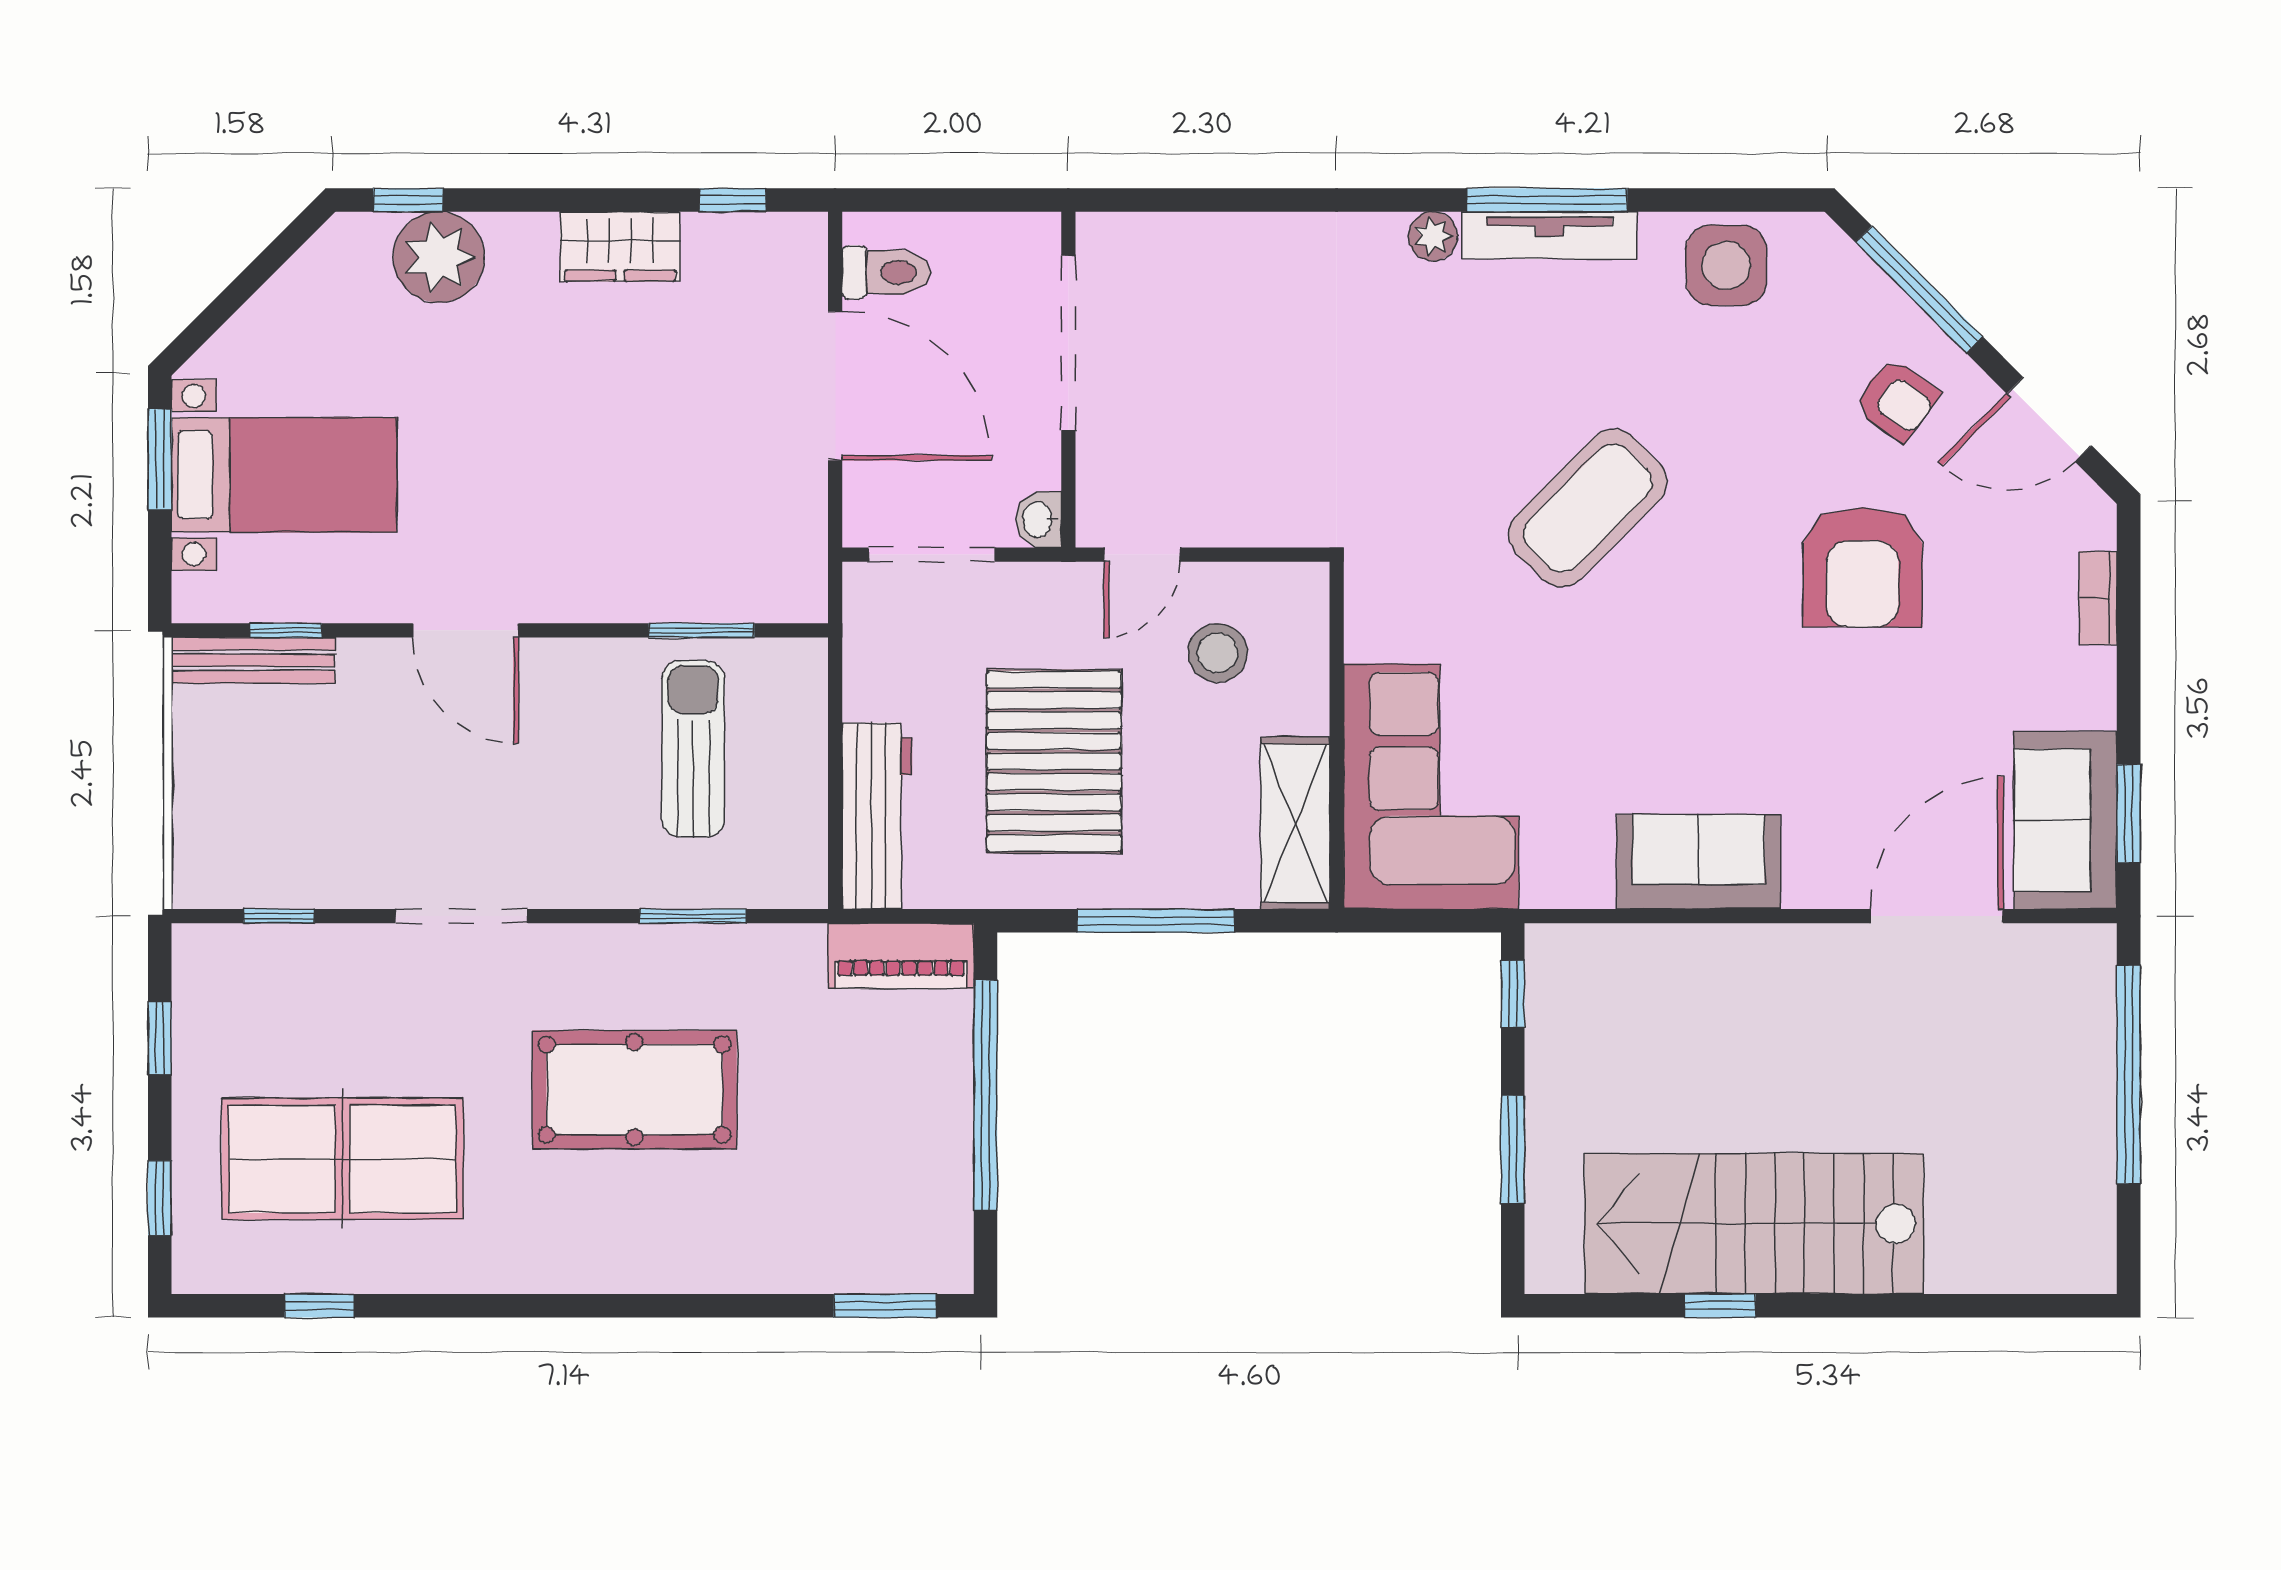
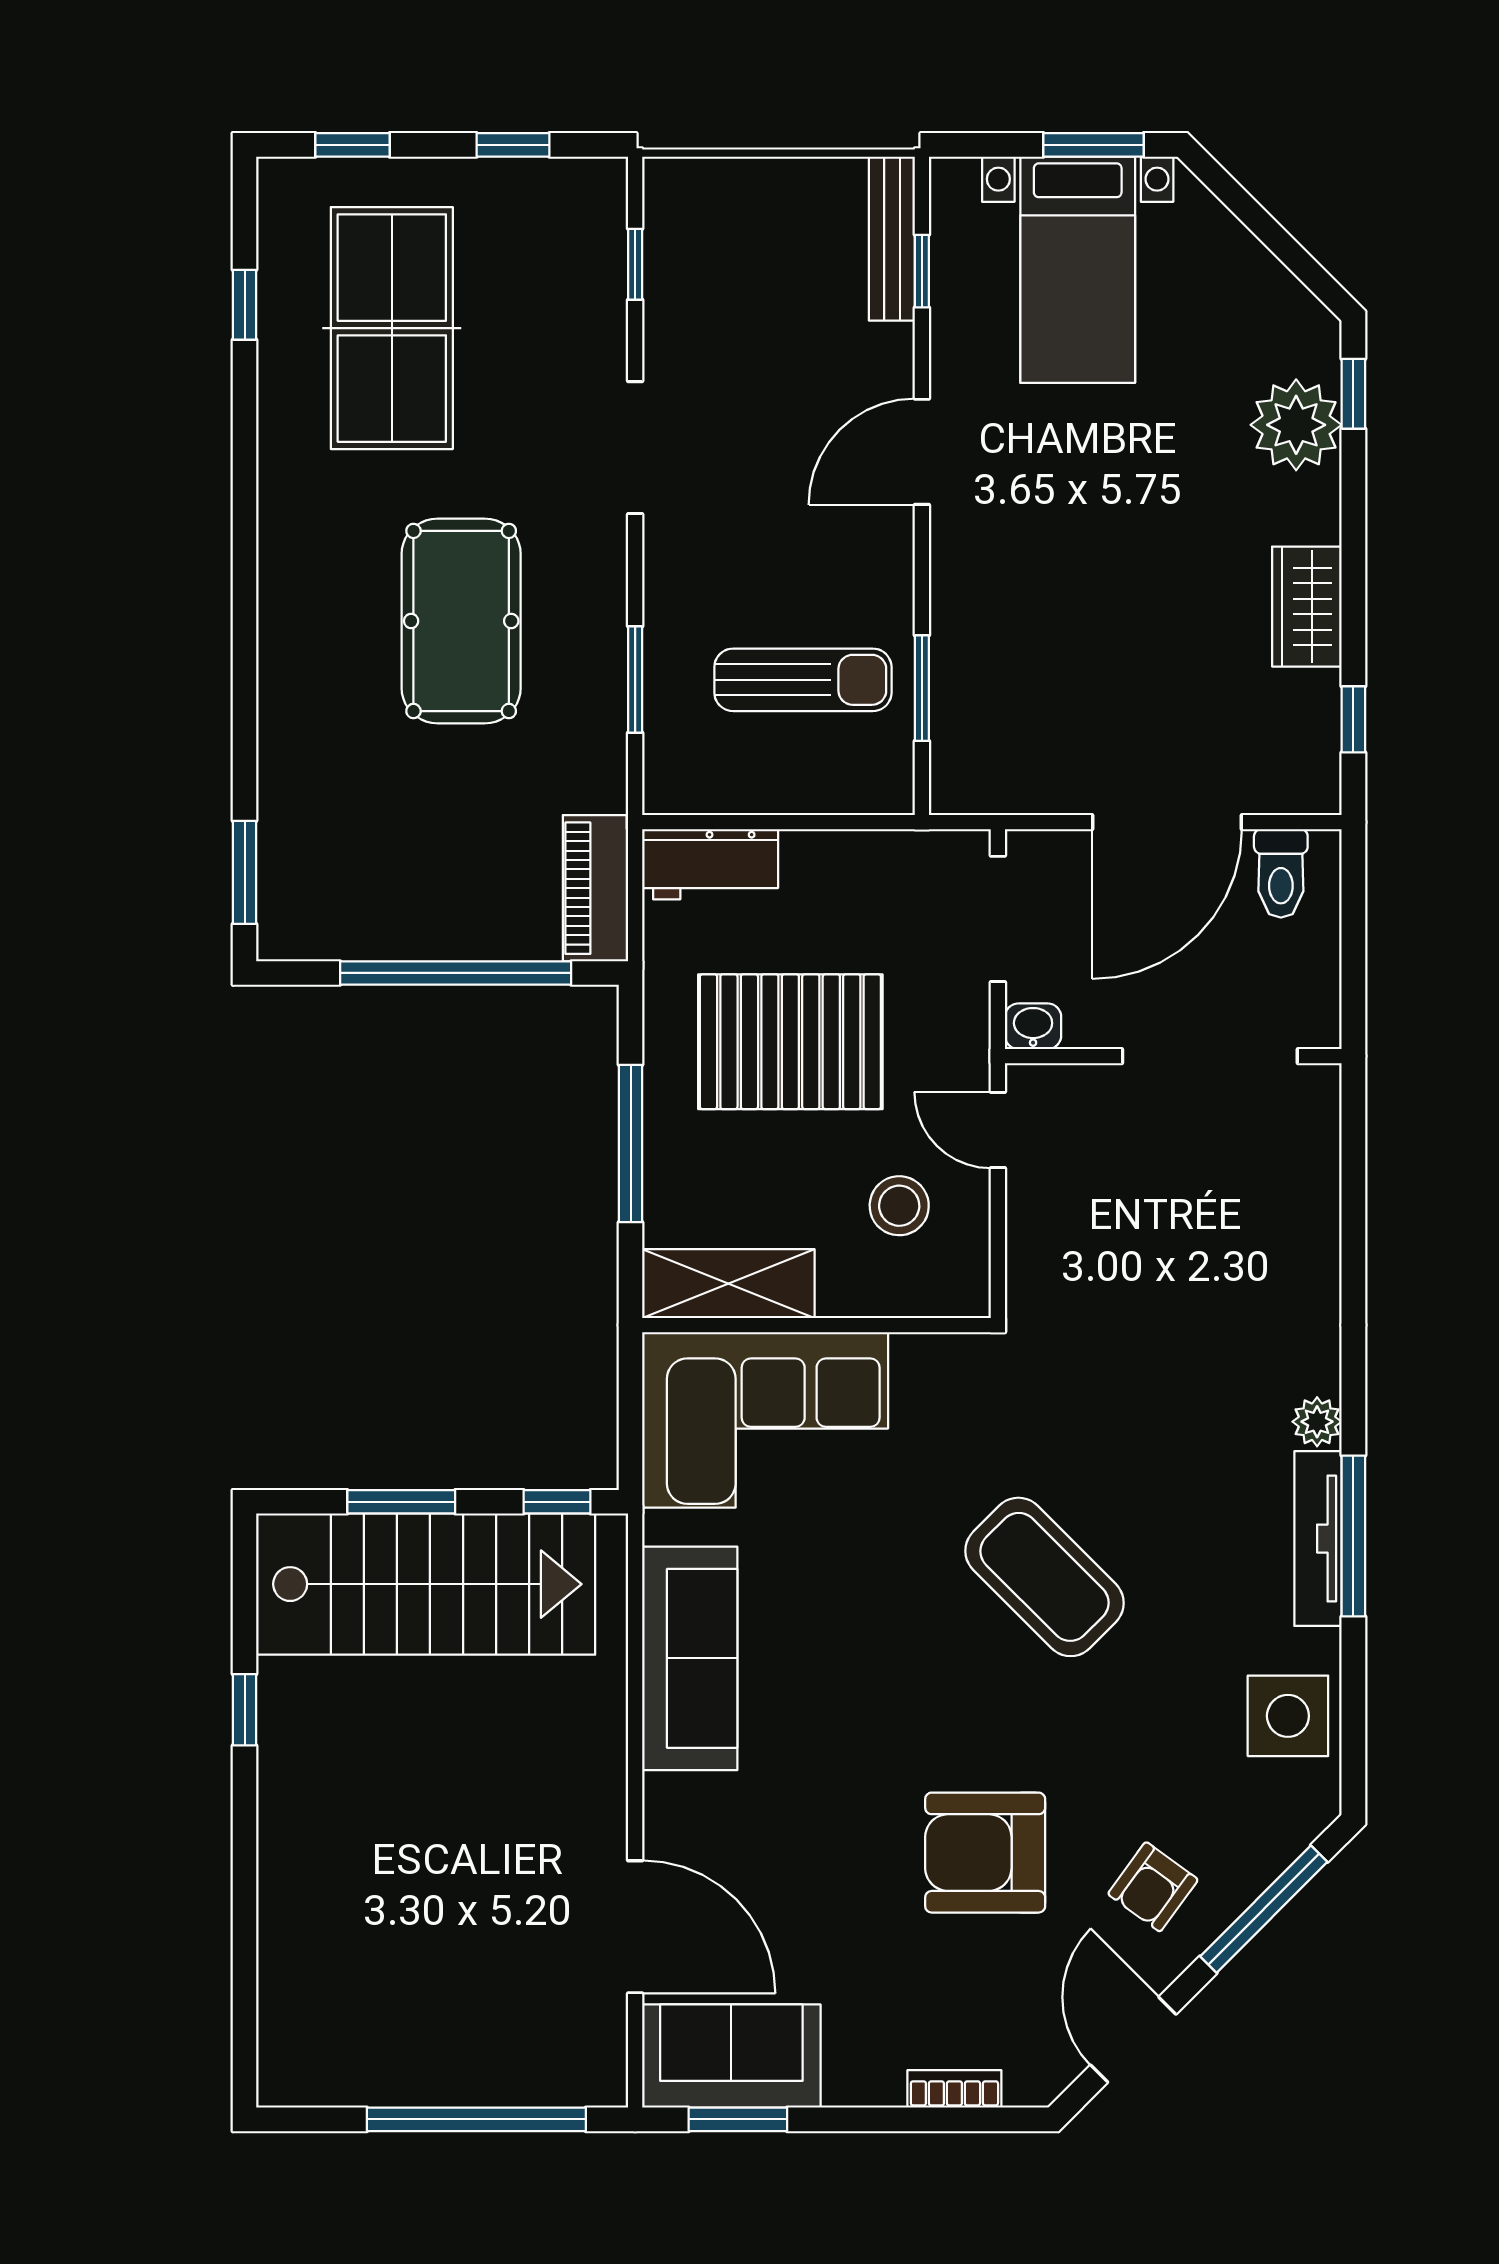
workbench: (877, 816) -> (710, 864), width x0.73
sofa: (1699, 862) -> (690, 1658), width x1.36
stairs: (1754, 1224) -> (426, 1584), moved, turned 90

